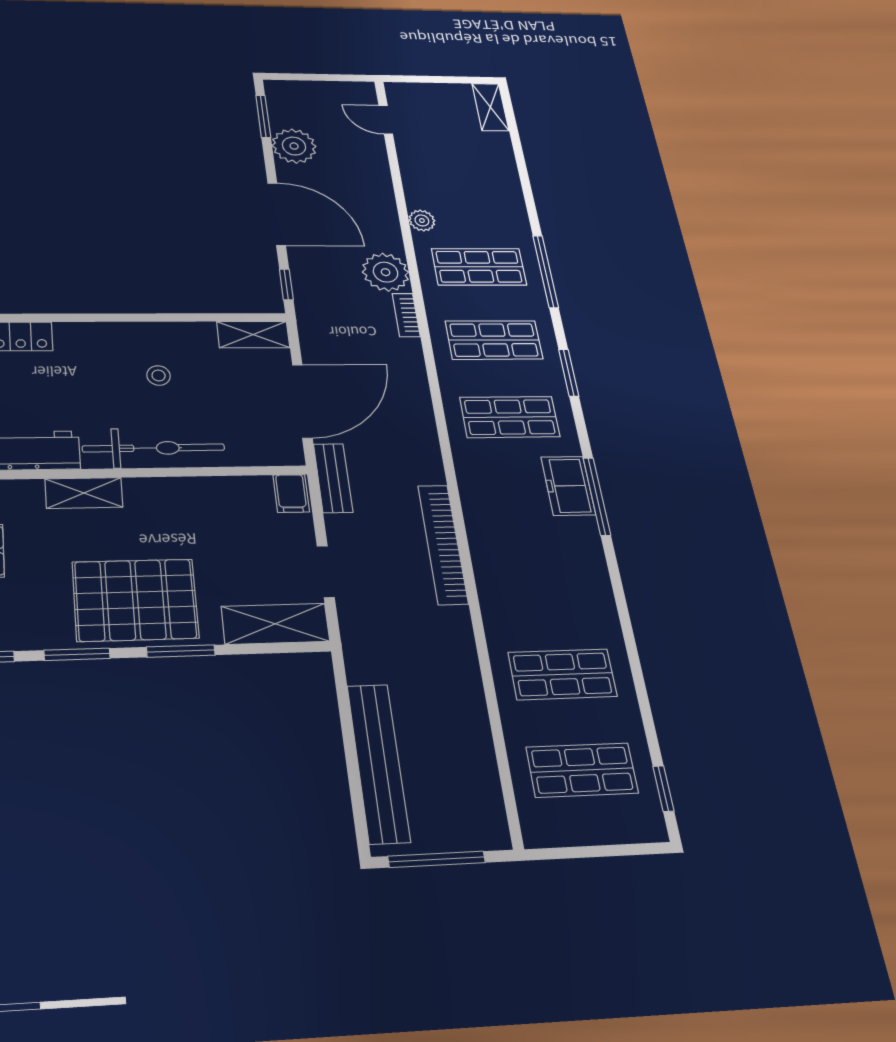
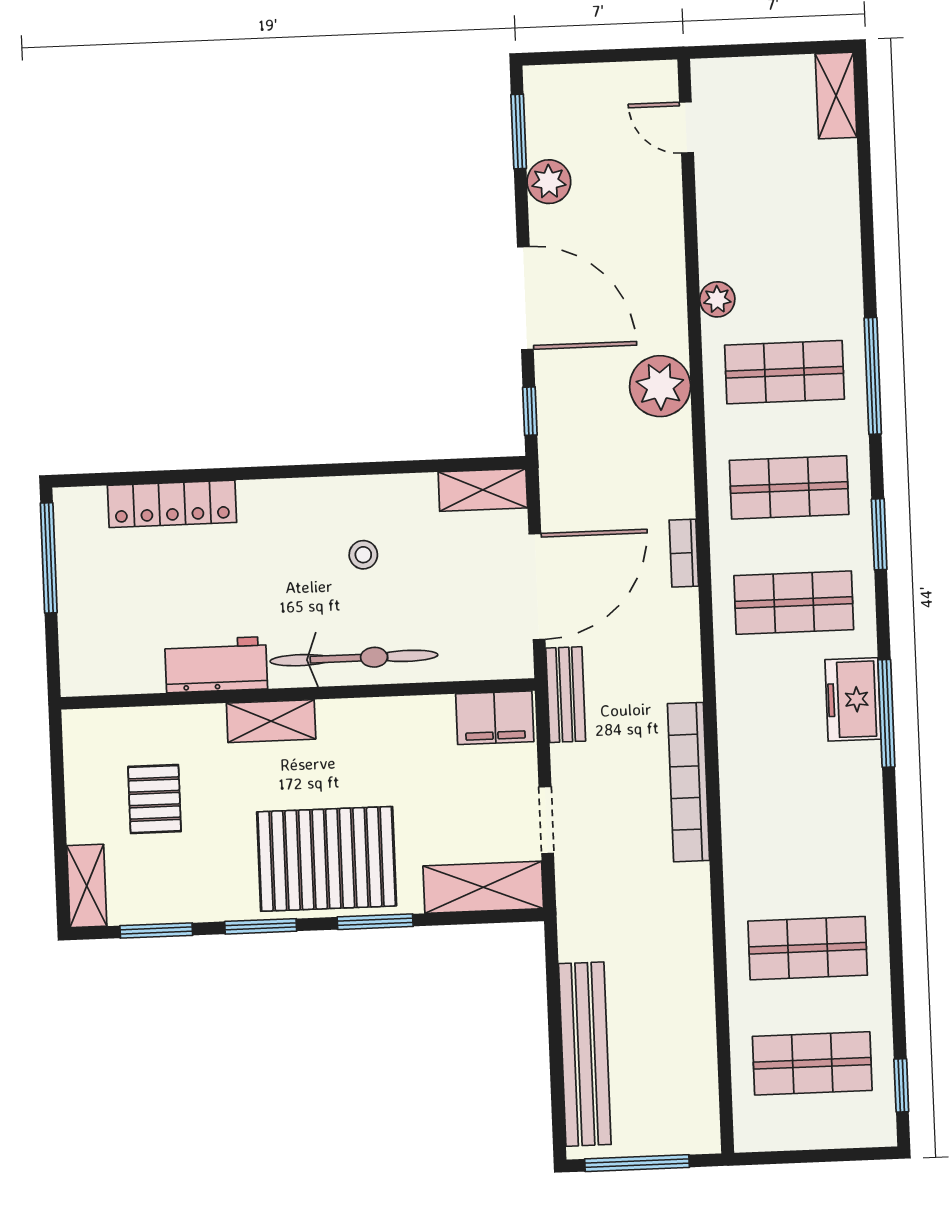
plant: (294, 146) -> (549, 182), width x0.73, depth x0.73
bookcase: (406, 315) -> (684, 553), moved
filing cabinet: (291, 493) -> (495, 718), width x2.00

